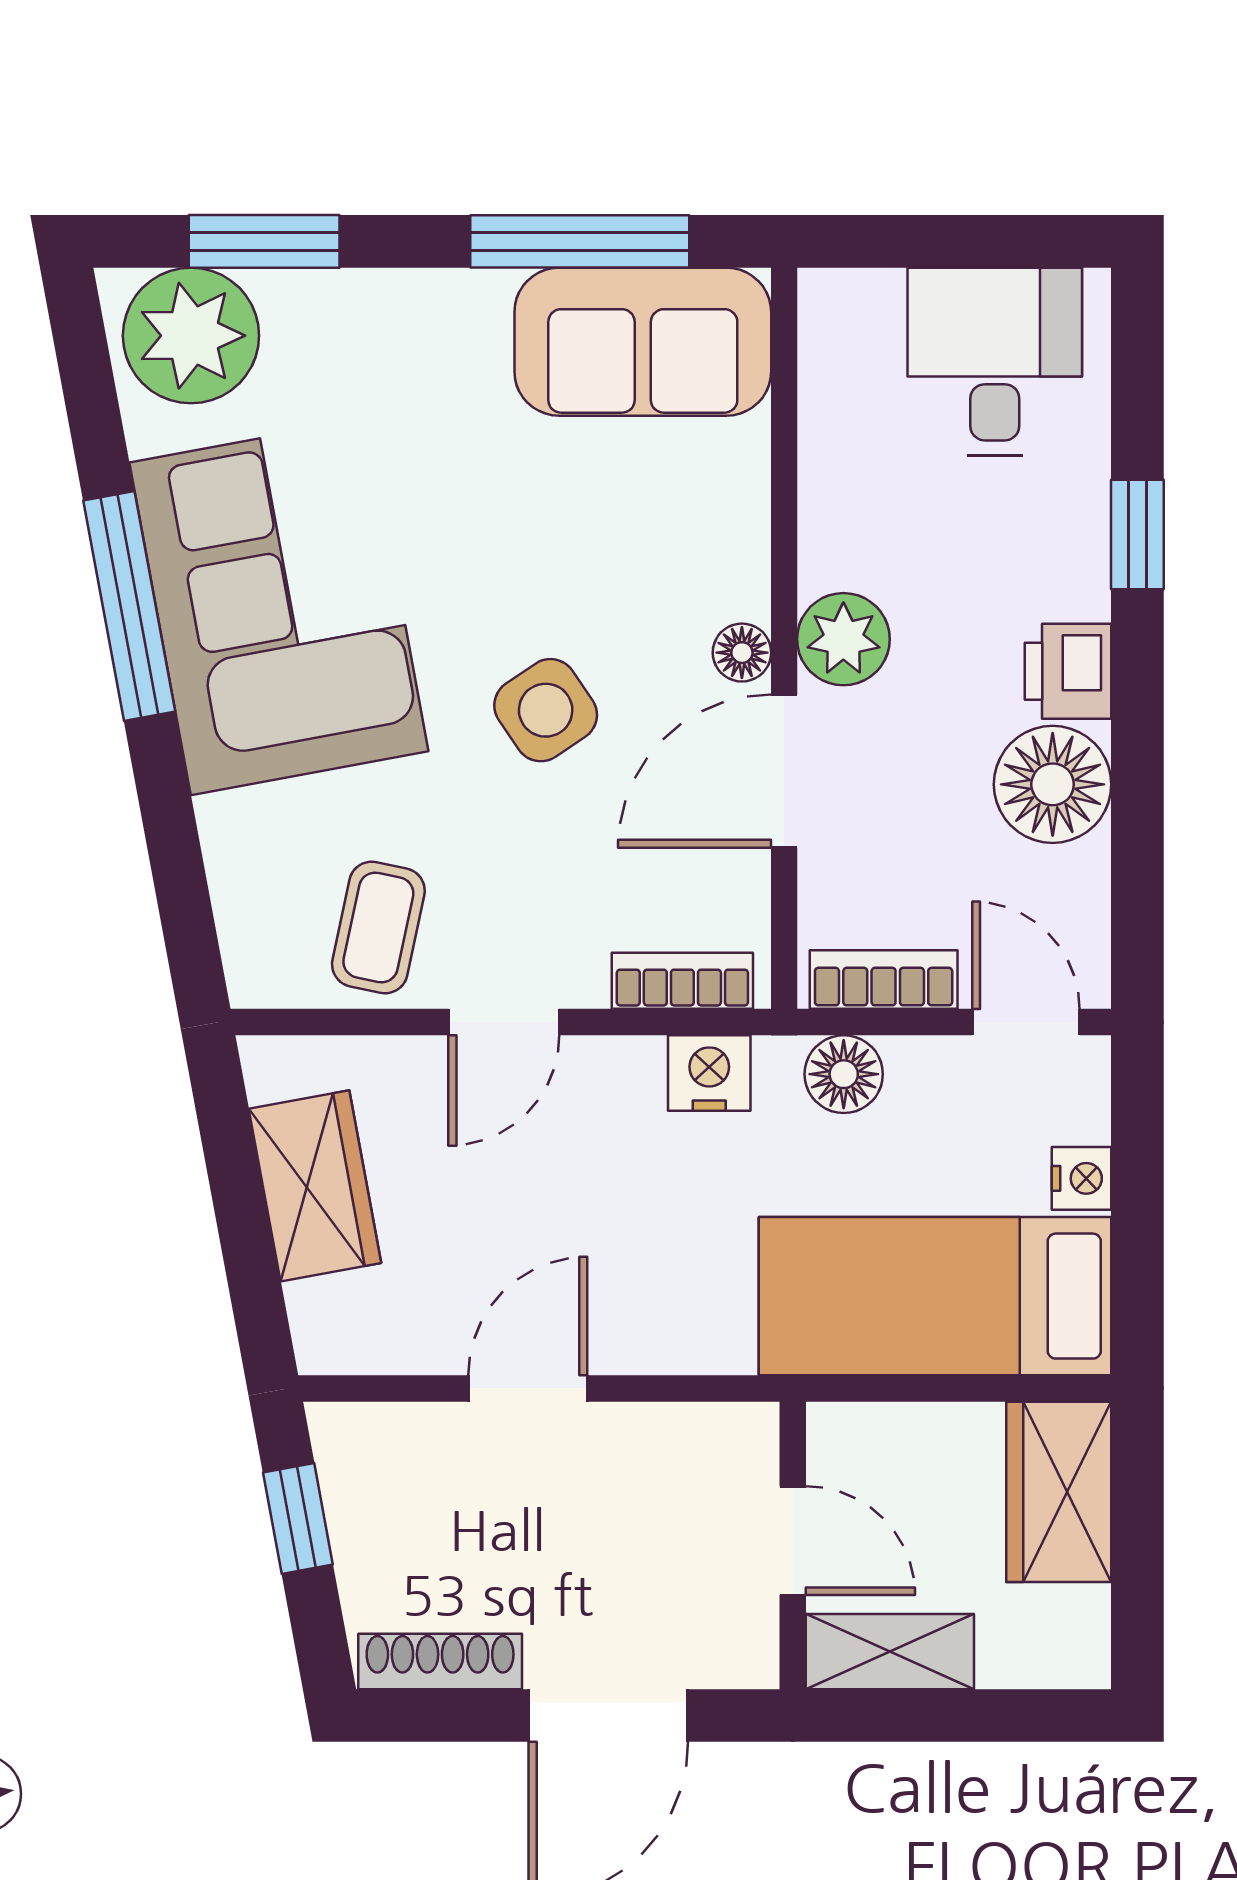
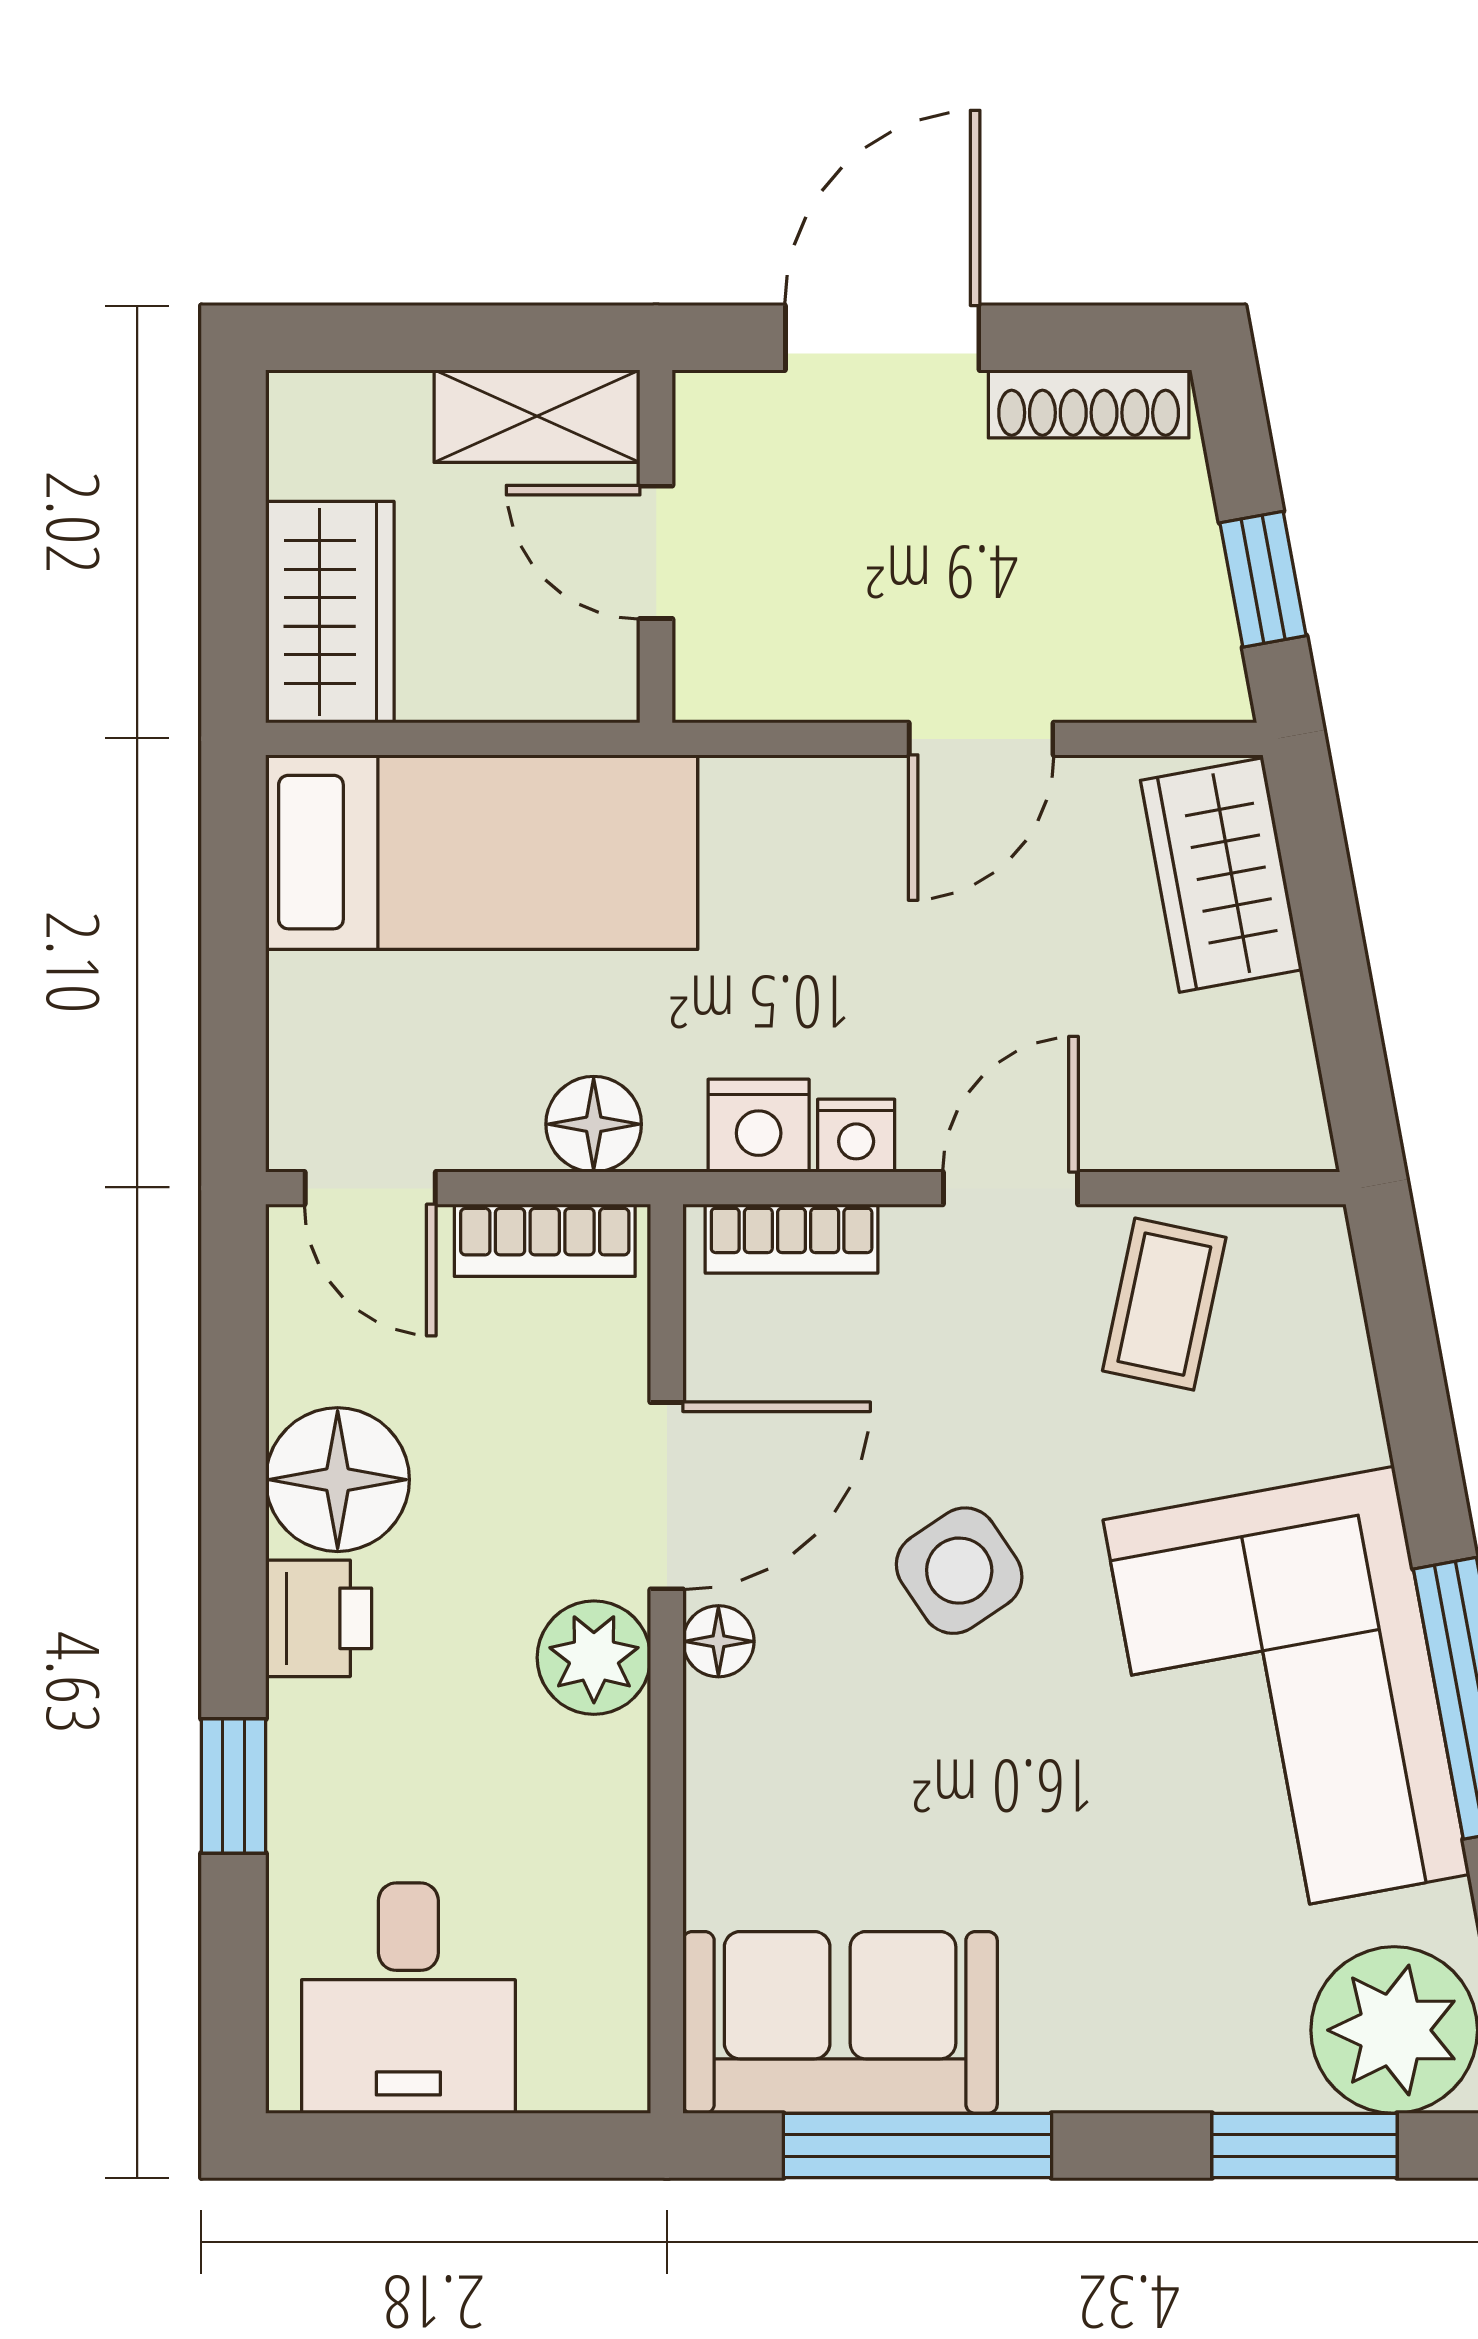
nightstand: (1082, 1178) -> (856, 1136), moved, turned -90
wardrobe: (315, 1186) -> (1221, 875), moved

